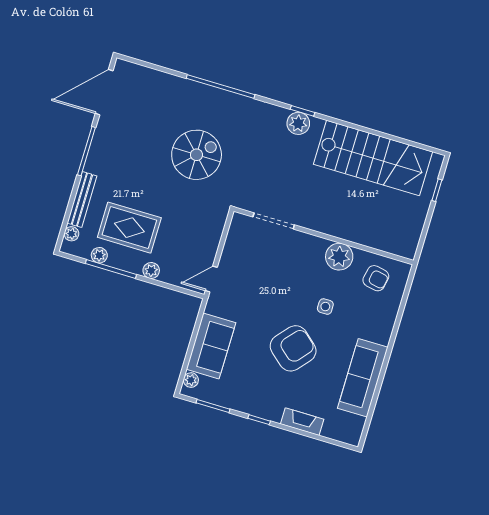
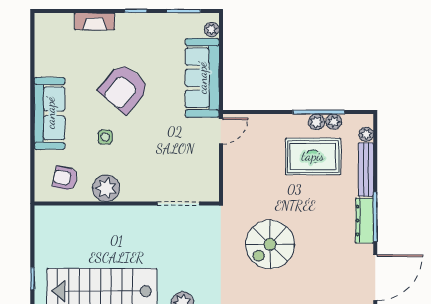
dresser: (98, 151) -> (364, 220), added
plant: (151, 271) -> (316, 122), moved
sofa: (211, 346) -> (202, 78), width x1.36
sofa: (363, 378) -> (50, 113), moved

